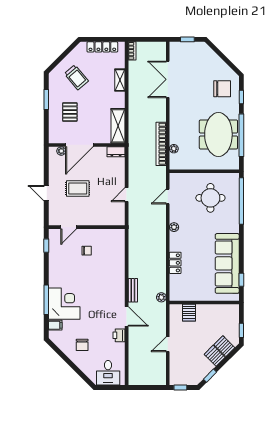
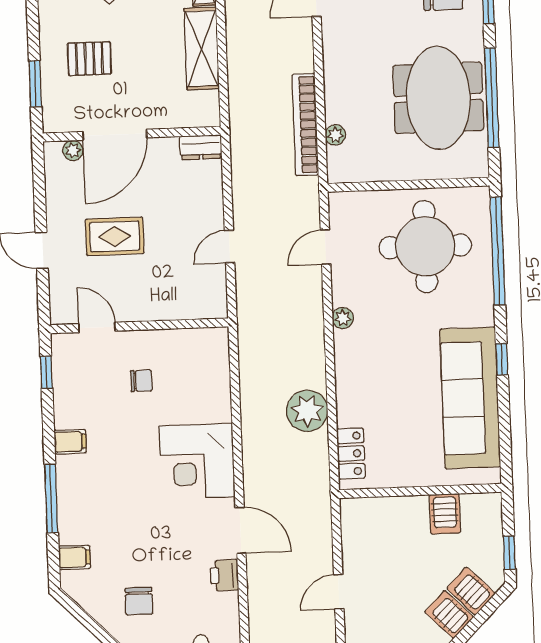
window: (46, 100) -> (35, 84), moved
pallet: (70, 112) -> (89, 59), turned 90
shelving: (118, 126) -> (202, 49), moved
round table: (210, 198) -> (425, 246), width x1.36, depth x1.36
door: (69, 227) -> (97, 327), swing flipped
locker: (175, 263) -> (351, 453), moved
filing cabinet: (55, 276) -> (70, 442), added
window: (241, 280) -> (502, 359), moved
bench: (133, 290) -> (253, 469), removed
plant: (161, 297) -> (307, 411), moved, width x1.87, depth x1.87
corner desk: (64, 304) -> (197, 461), moved, turned 180
server rack: (189, 313) -> (445, 514), moved

